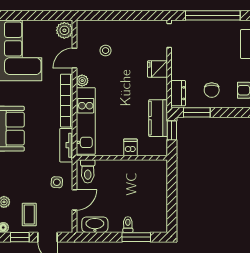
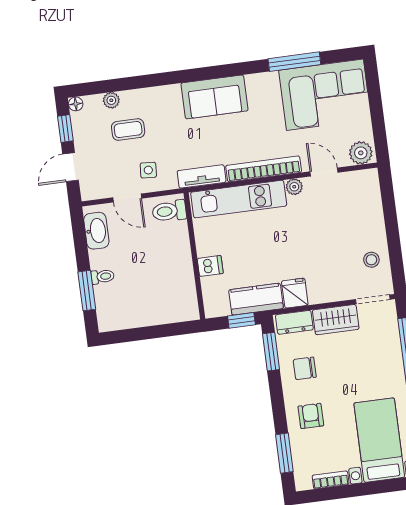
stool: (106, 51) -> (371, 260), moved
wardrobe: (180, 64) -> (336, 320), added
fridge: (157, 69) -> (295, 293), moved
coffee table: (29, 215) -> (128, 130), moved

